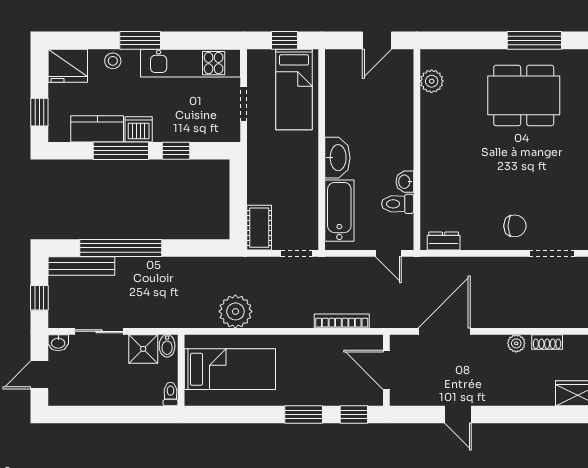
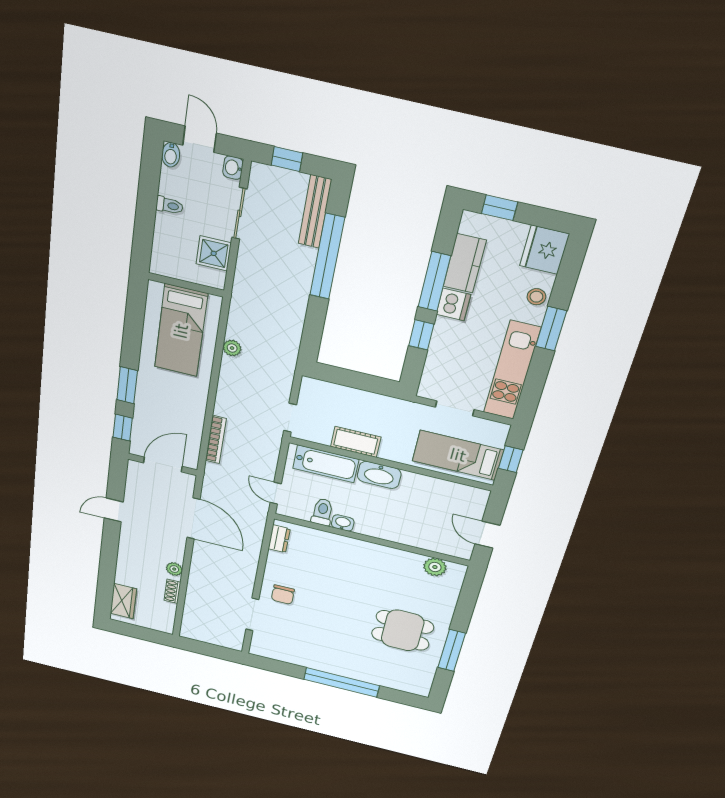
dining table: (524, 95) -> (403, 630), width x0.73
cot: (259, 228) -> (356, 442), moved
door: (388, 253) -> (276, 493), hinge flipped
plant: (235, 311) -> (232, 348), width x0.53, depth x0.53
bidet: (167, 346) -> (171, 155), moved, turned -90
toilet: (170, 394) -> (170, 205), moved

